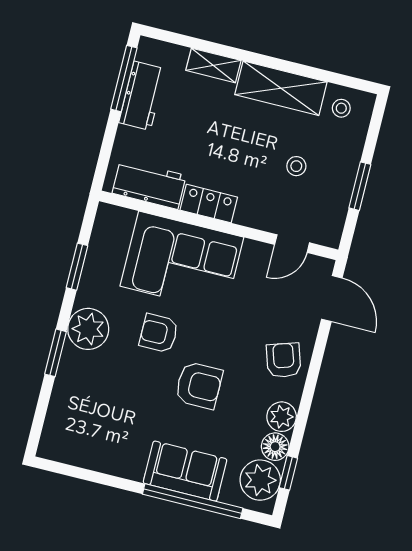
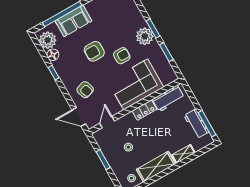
window: (56, 353) -> (153, 28), moved
armchair: (284, 360) -> (85, 90), moved
plant: (282, 417) -> (60, 66), removed
window: (288, 473) -> (54, 73), moved

